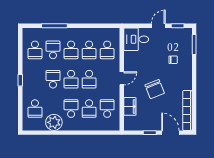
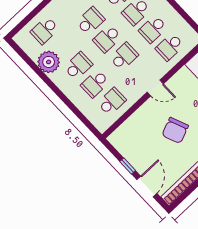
school desk: (89, 79) -> (124, 56), turned 180
filing cabinet: (130, 106) -> (135, 122), removed

